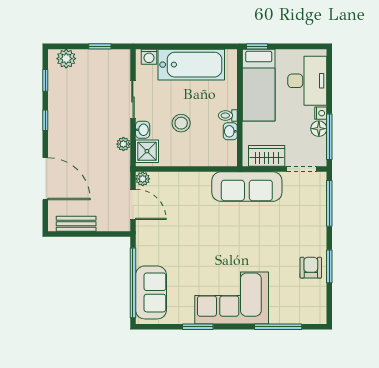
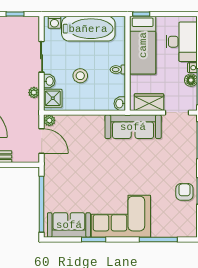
washbasin: (230, 131) -> (120, 104), moved
sofa: (151, 292) -> (69, 225), moved, turned -90

